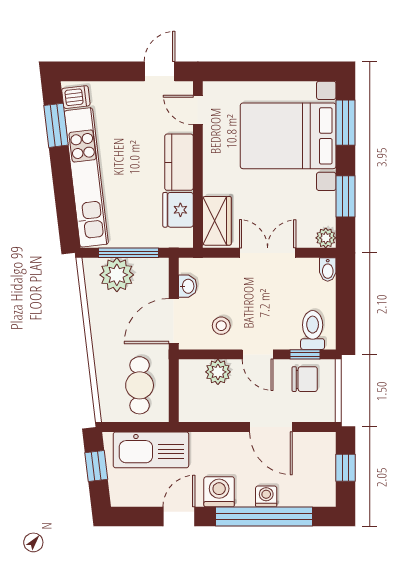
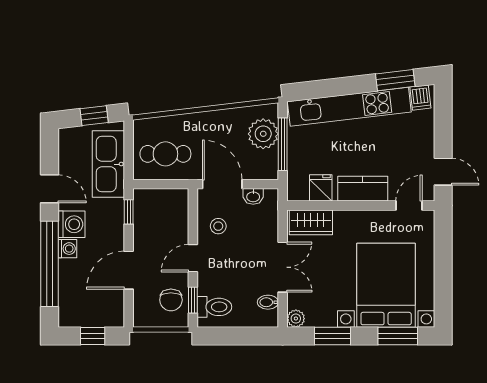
fridge: (178, 210) -> (321, 188), width x0.72
bidet: (328, 269) -> (268, 302), moved
plant: (218, 372) -> (177, 223), removed
window: (205, 427) -> (129, 212), added
washing machine: (266, 496) -> (67, 249), moved

